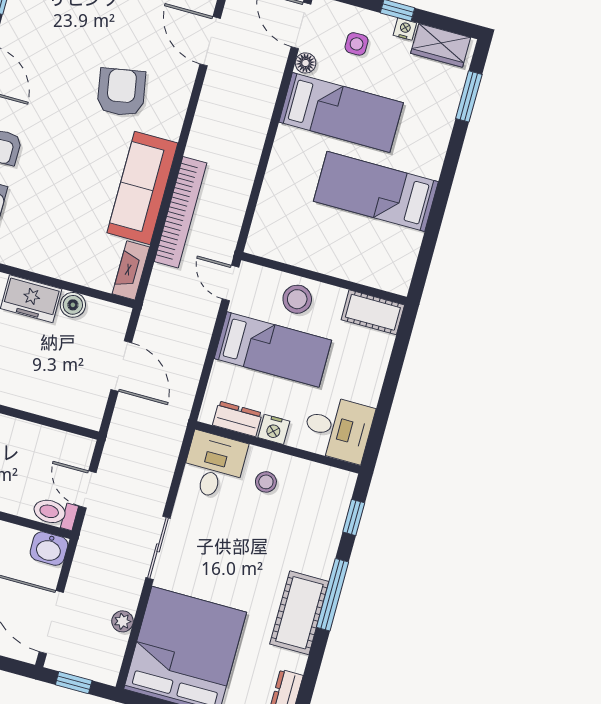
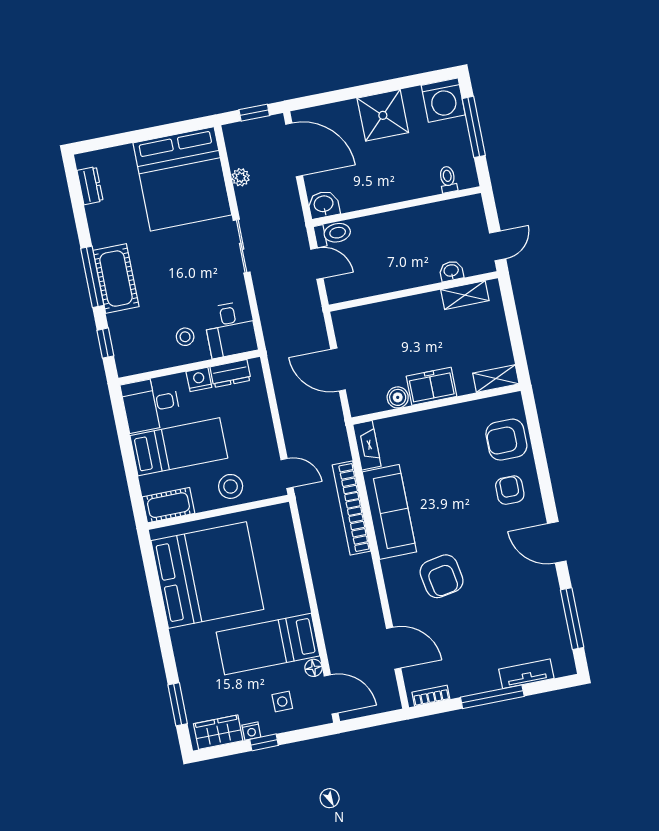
bed: (376, 191) -> (207, 575), width x2.04
bed: (273, 349) -> (179, 447), moved, turned 180
cot: (299, 613) -> (116, 279), moved

